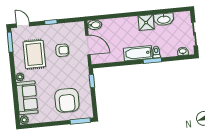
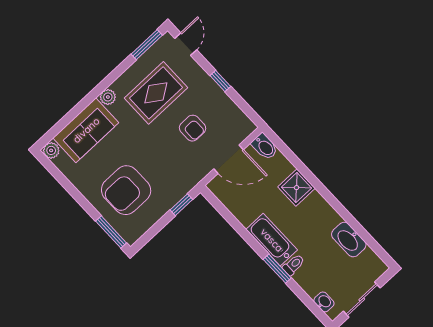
shower: (146, 23) -> (296, 188), moved
door: (88, 45) -> (229, 159), hinge flipped

